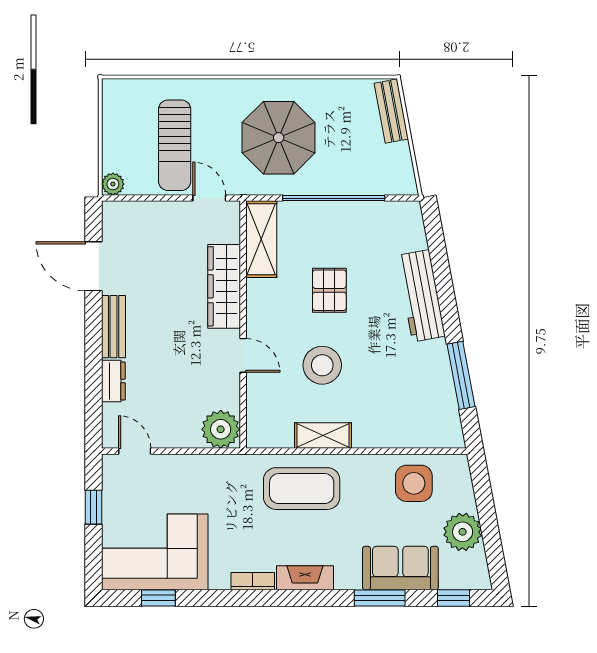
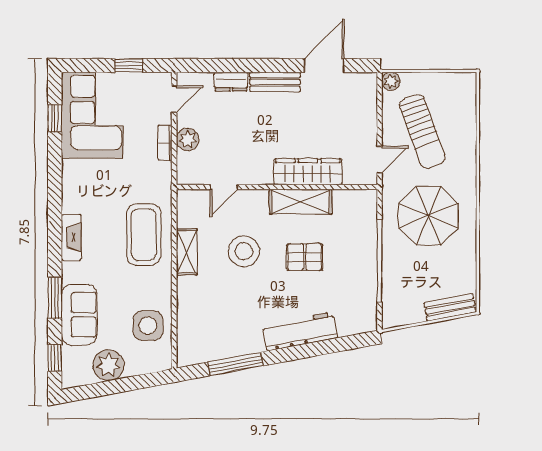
sun lounger: (175, 145) -> (422, 131), turned -110
shelving: (261, 239) -> (301, 202), moved
door: (243, 355) -> (224, 187), moved
plant: (221, 429) -> (188, 140), moved, width x0.73, depth x0.73
bookcase: (253, 581) -> (165, 143), moved, turned 180

